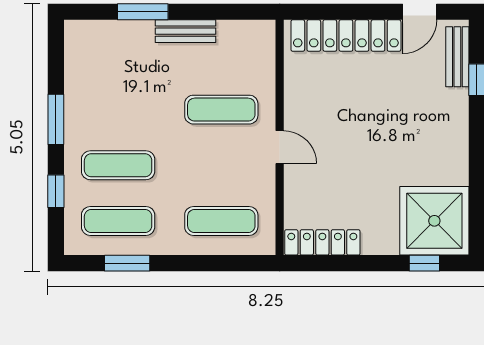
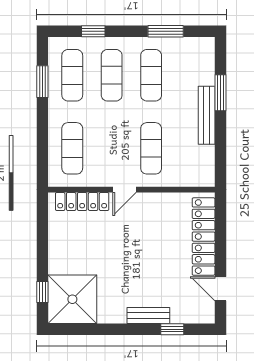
bench: (186, 31) -> (207, 115), width x1.36
bench: (457, 57) -> (148, 315), moved
exercise mat: (118, 110) -> (151, 75), added
window: (56, 119) -> (166, 31), moved
locker: (322, 242) -> (82, 201), moved, turned 90

